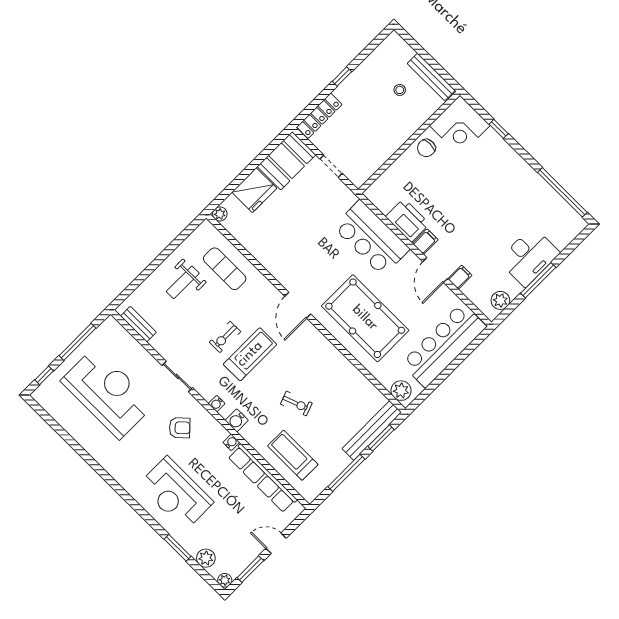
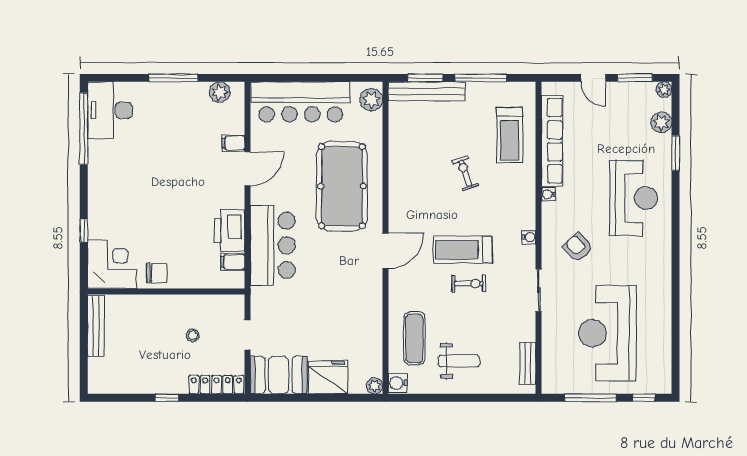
stool: (400, 90) -> (193, 335), moved
filing cabinet: (425, 242) -> (233, 262), moved
desk: (529, 257) -> (110, 110), moved, turned -90
water cooler: (237, 420) -> (398, 383), moved, turned 180

